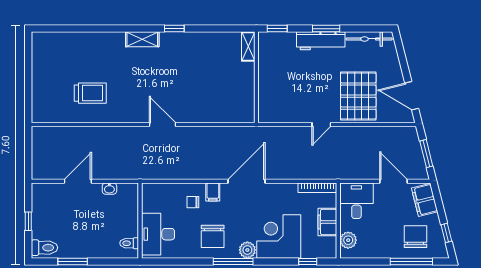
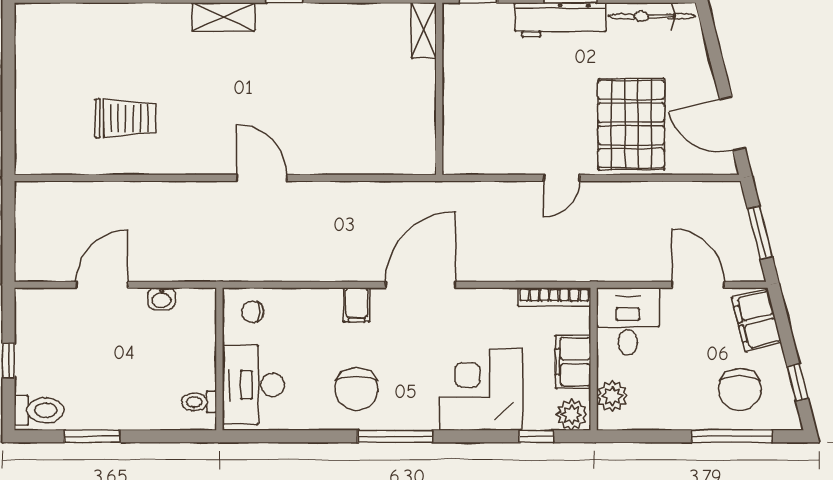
chair: (193, 202) -> (253, 312), moved
chair: (416, 237) -> (740, 389), turned 180
plant: (247, 250) -> (572, 415), moved

